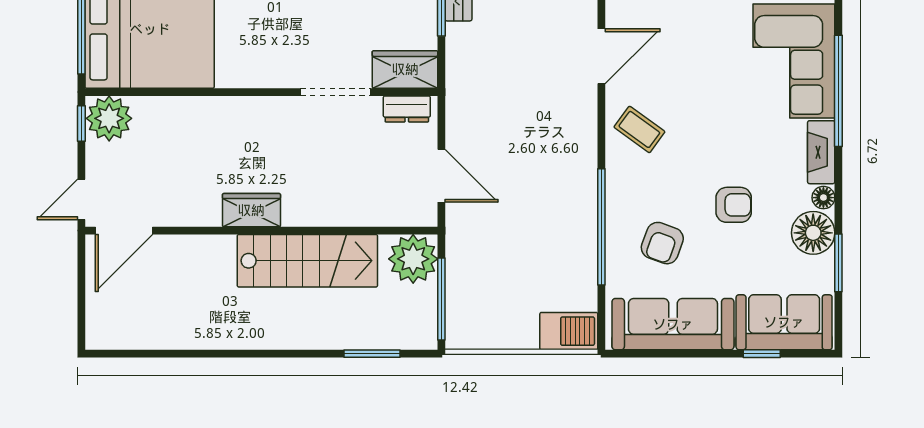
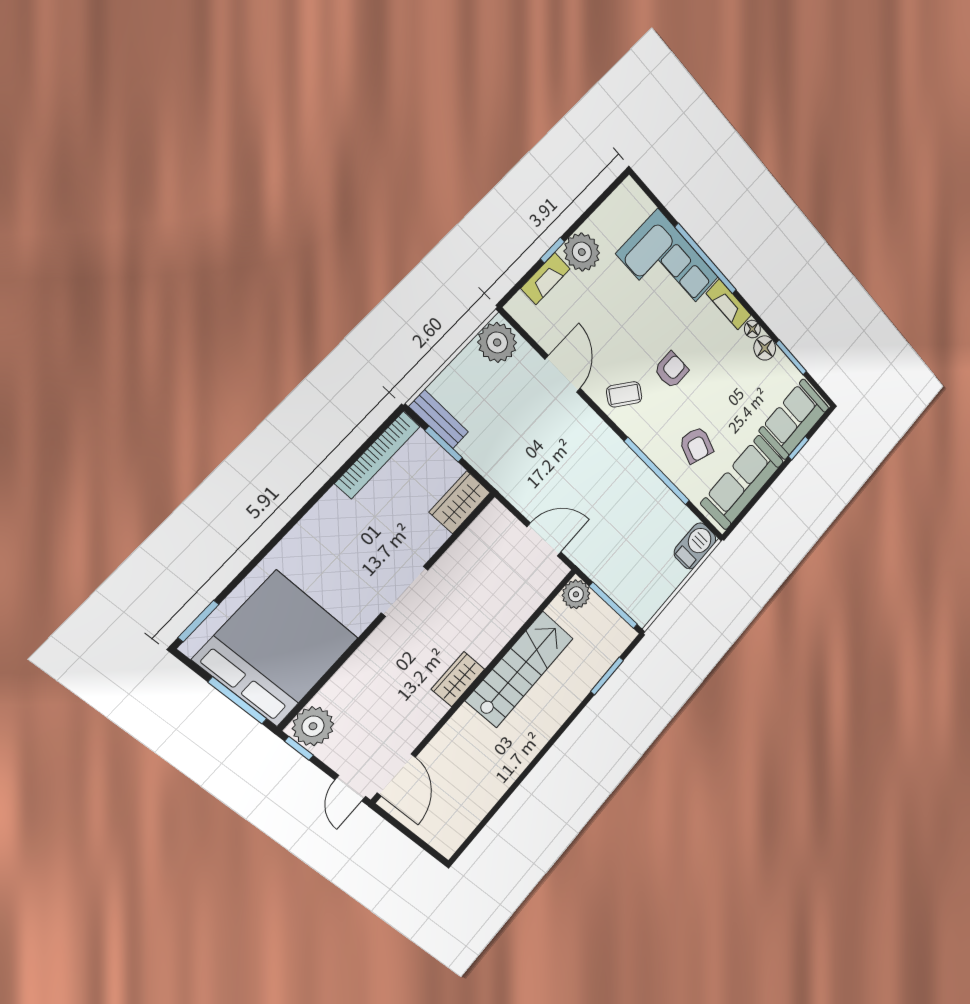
doorway: (335, 92) -> (405, 591), moved
dresser: (407, 109) -> (485, 524), removed
armchair: (734, 205) -> (671, 370), moved
floor lamp: (813, 233) -> (765, 348), width x0.73, depth x0.73
plant: (413, 259) -> (576, 594), width x0.73, depth x0.73

